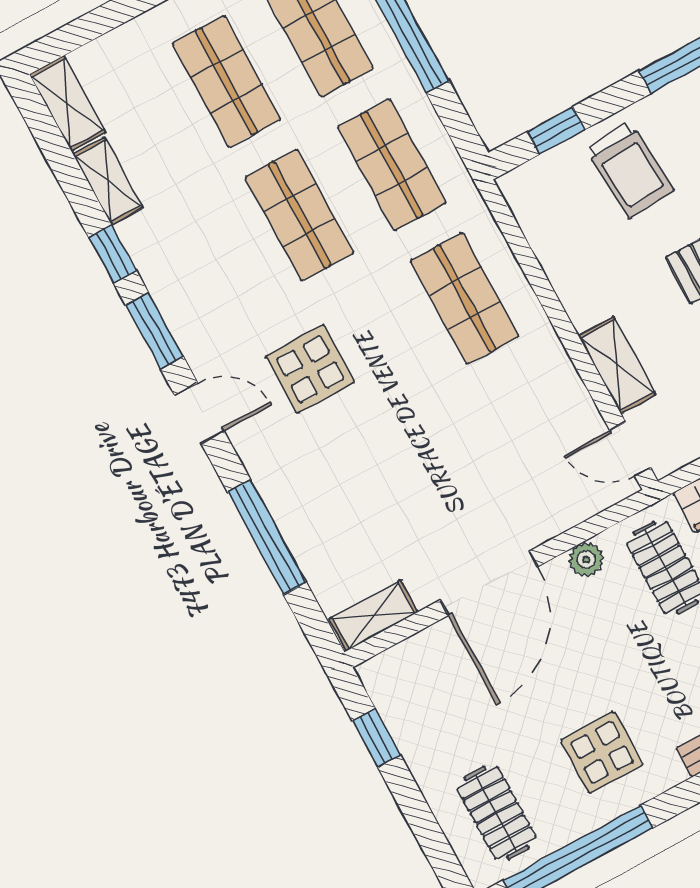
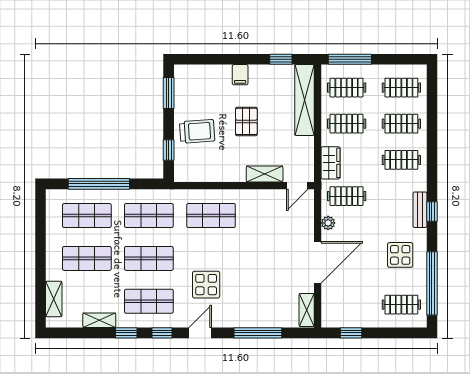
shelving: (67, 103) -> (54, 299), moved, turned 90
shop shelf: (207, 265) -> (149, 301), added
window: (155, 331) -> (162, 333), width x0.67
door: (489, 583) -> (318, 262), hinge flipped

